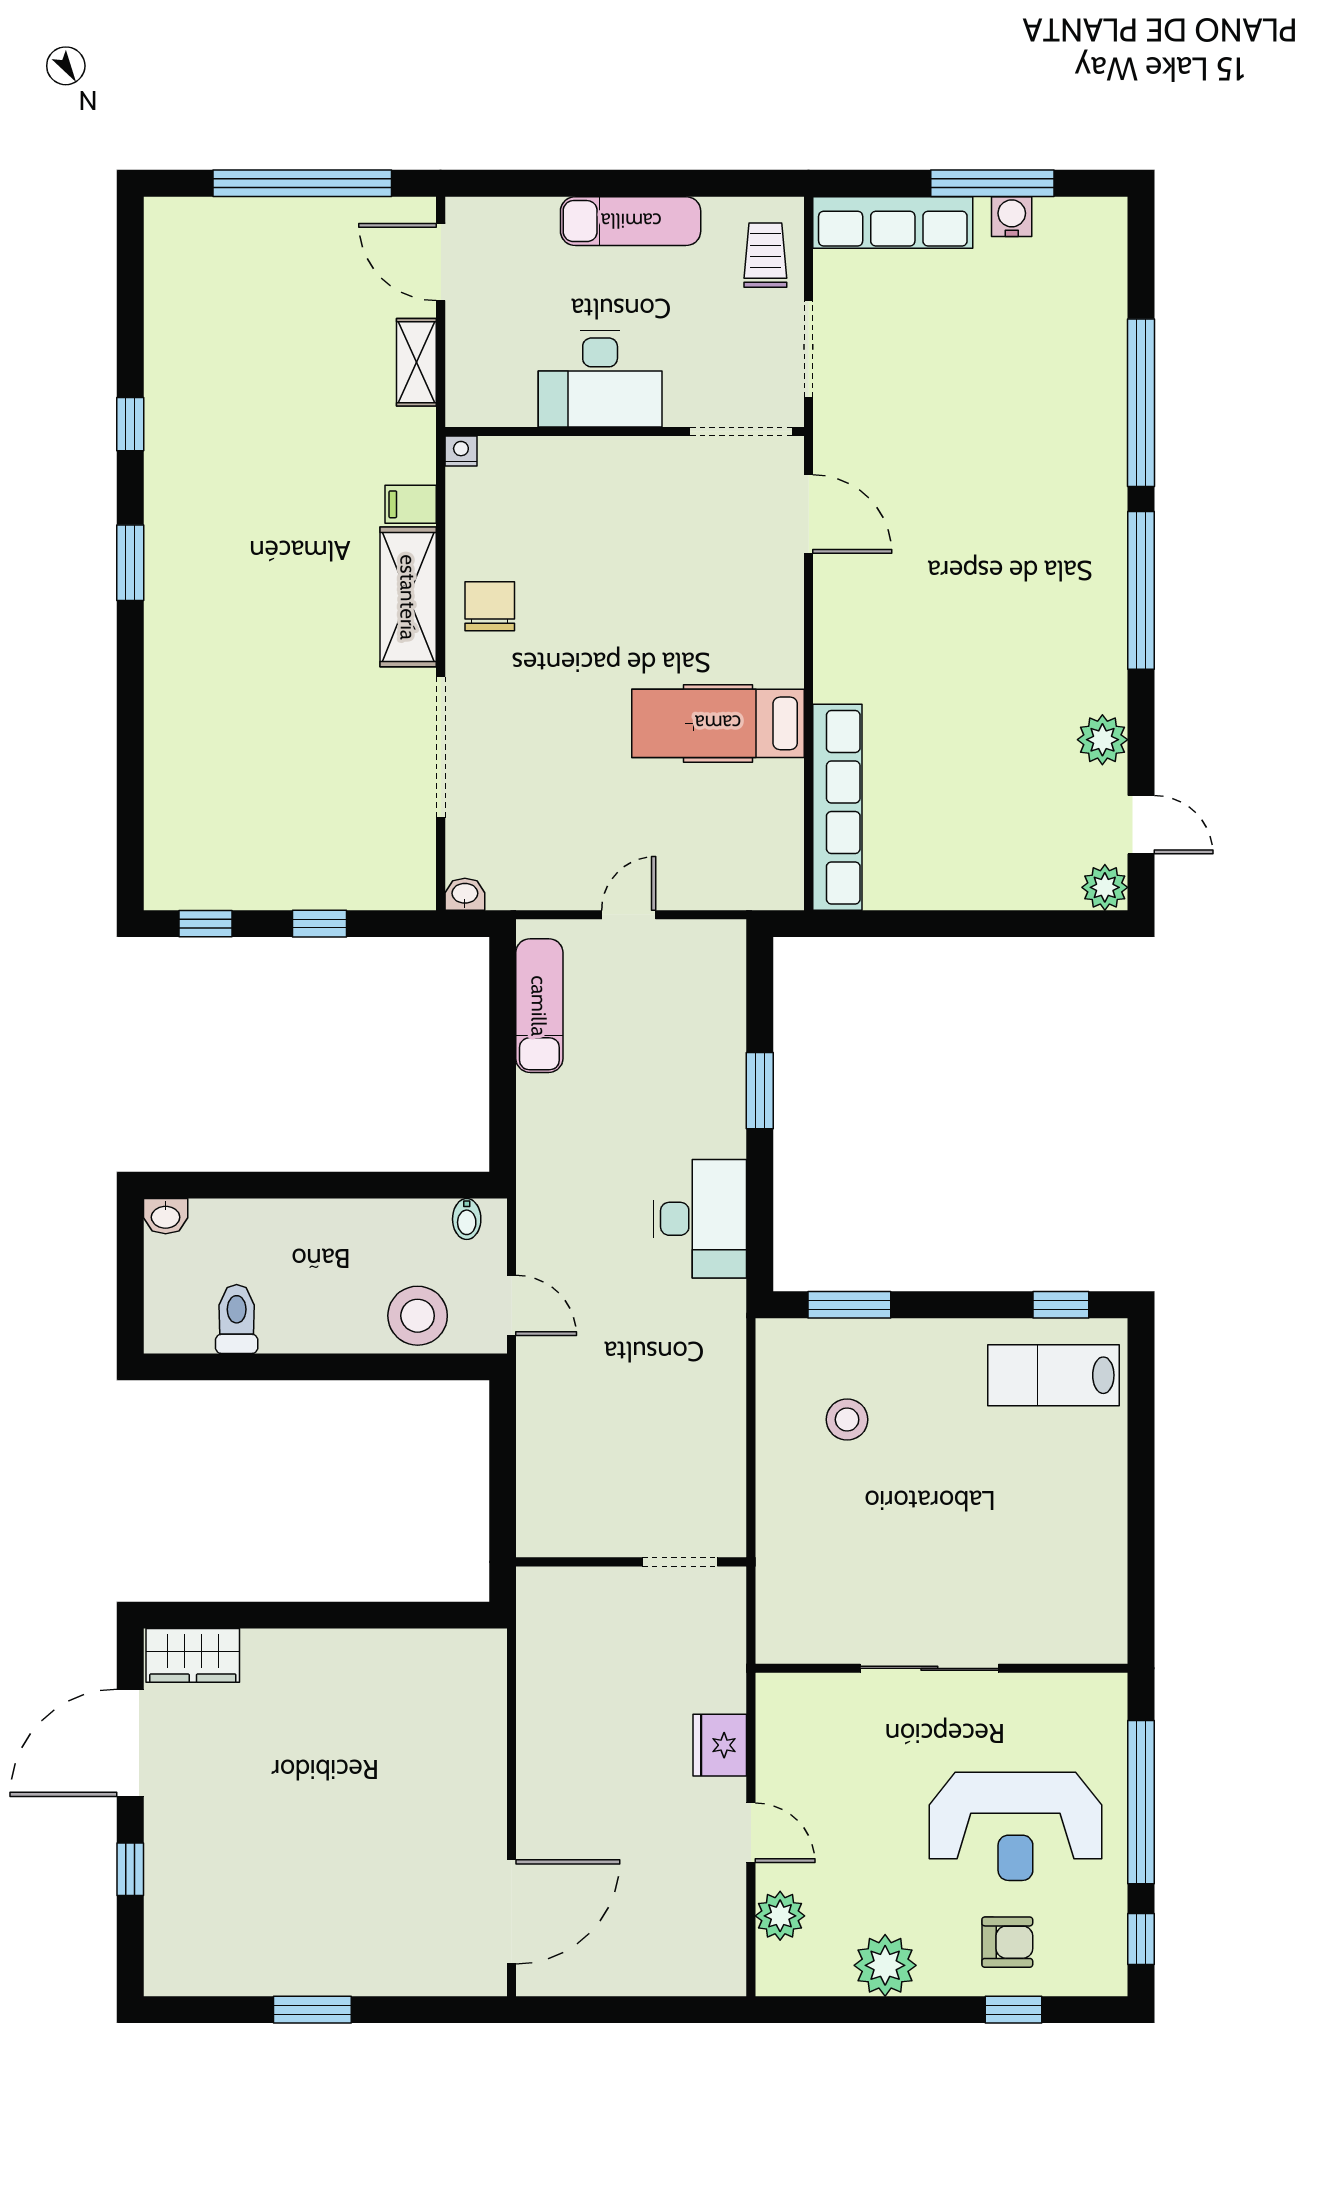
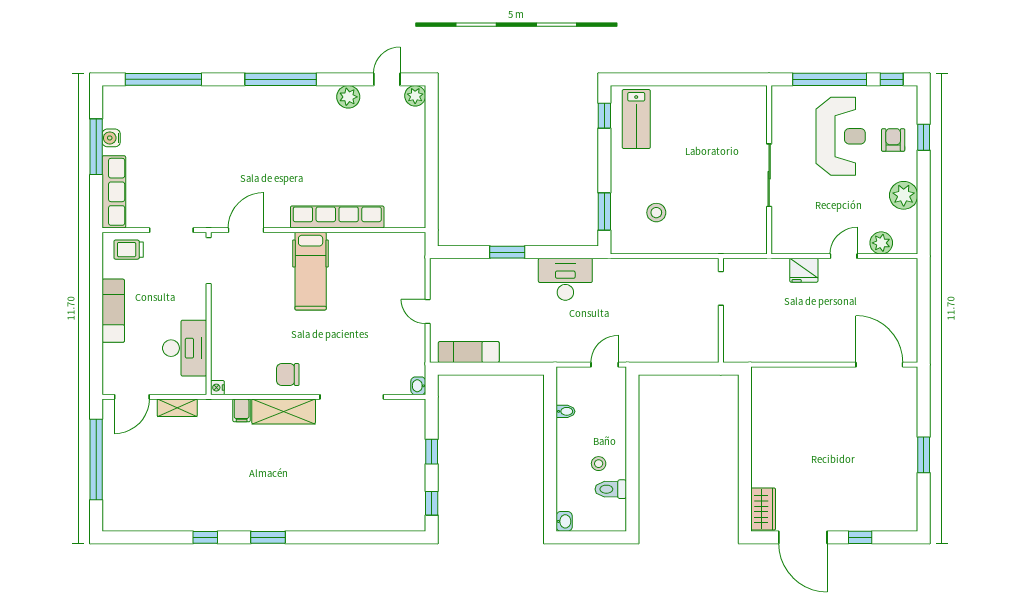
desk: (600, 379) -> (185, 348), moved
window: (1141, 403) -> (163, 79), moved
hospital bed: (718, 723) -> (311, 271), moved
row of seats: (837, 807) -> (337, 217), moved
bidet: (467, 1219) -> (565, 411), moved
stool: (418, 1316) -> (599, 464), moved, width x0.53, depth x0.53

